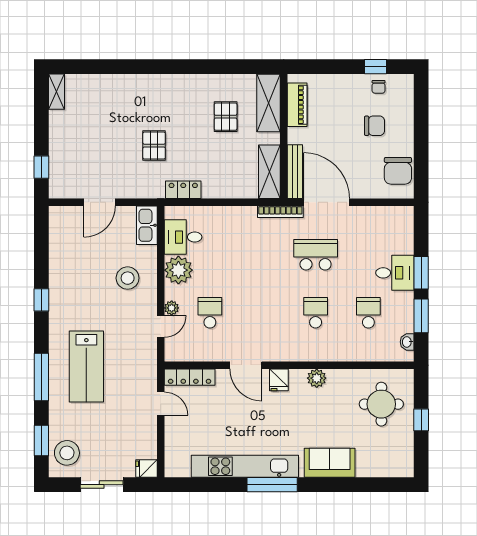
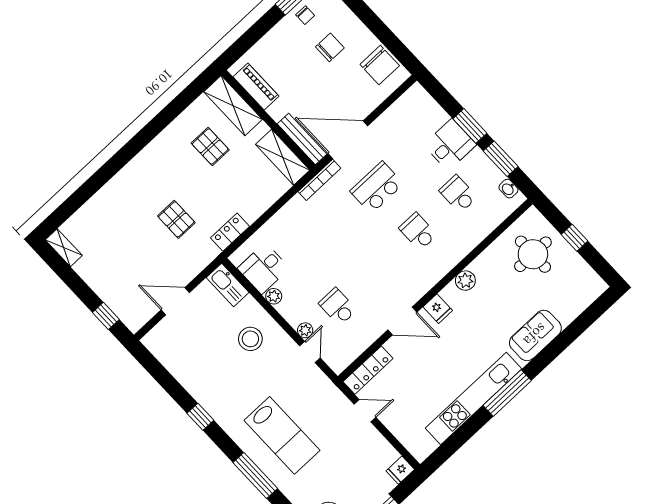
door: (100, 202) -> (175, 301), swing flipped
plant: (178, 270) -> (274, 296), width x0.53, depth x0.53

